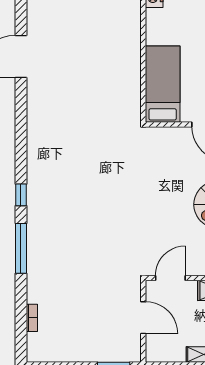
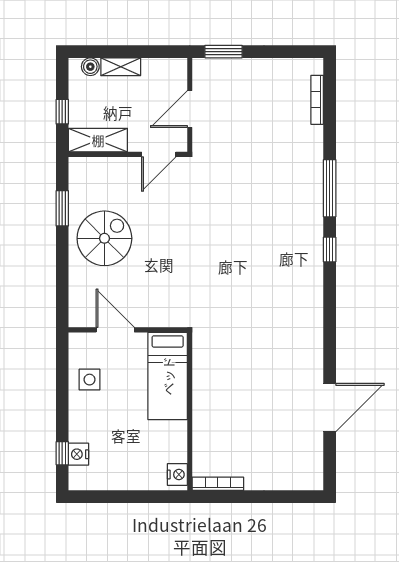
bookcase: (32, 318) -> (317, 100), width x1.56
door: (143, 318) -> (190, 109), hinge flipped

